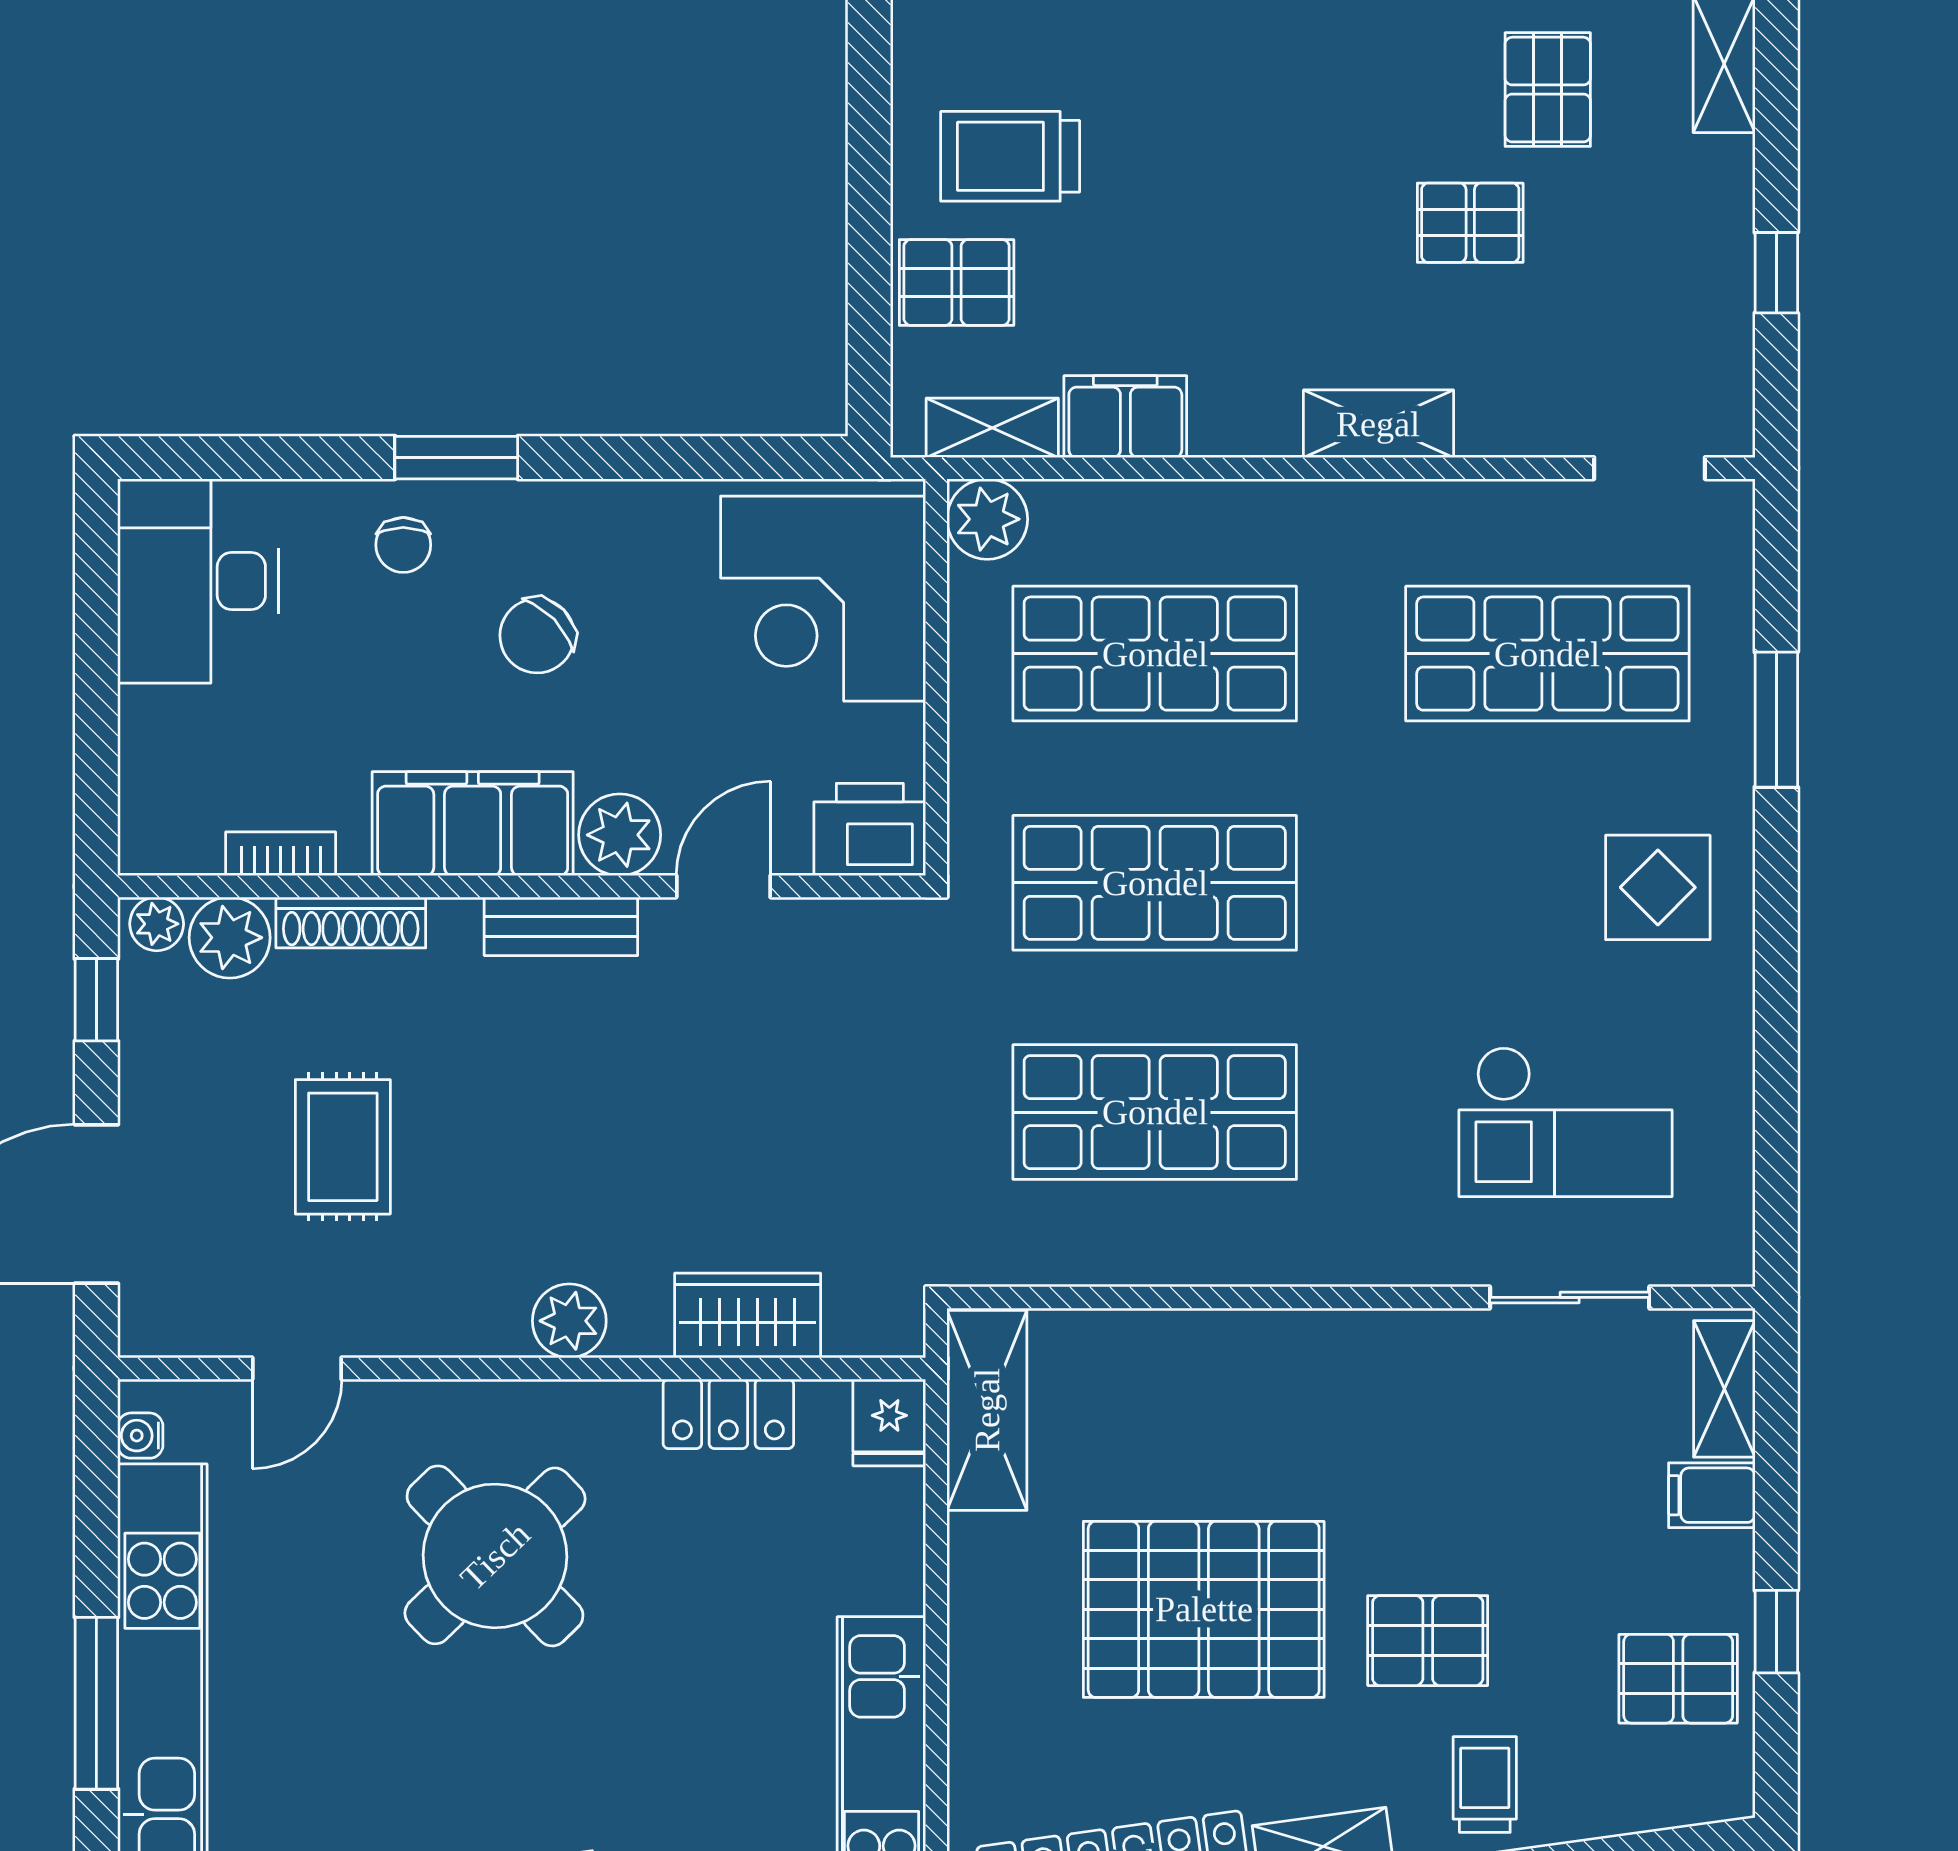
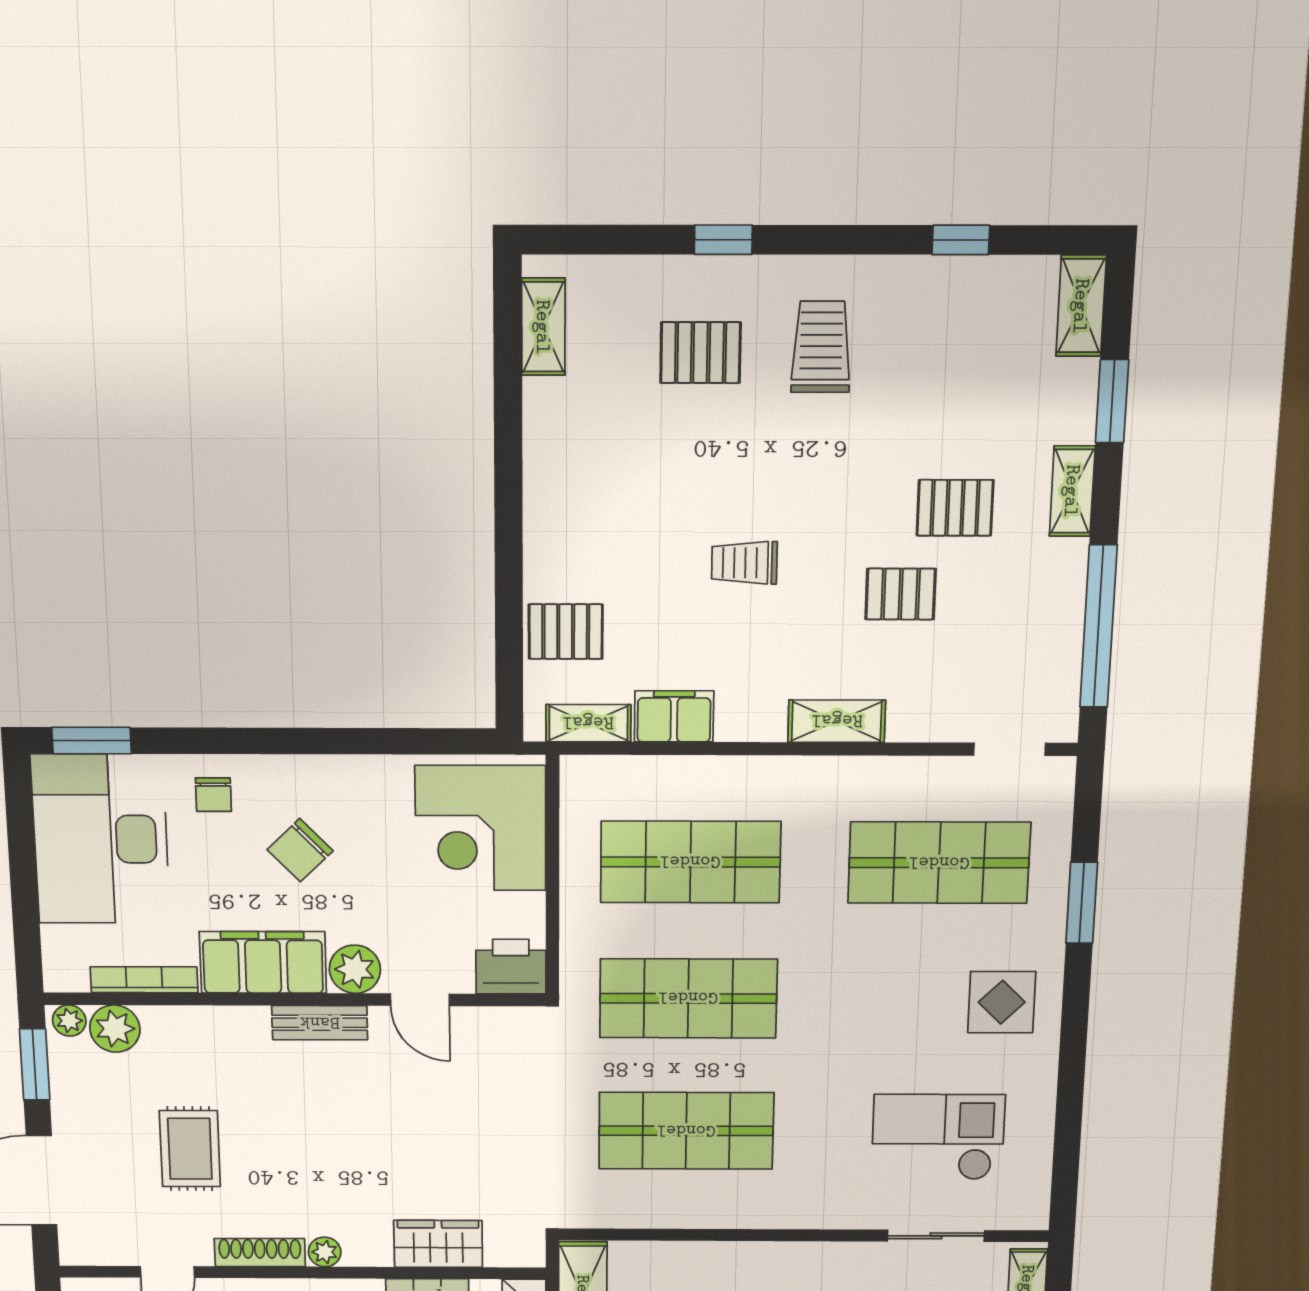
pallet: (1548, 90) -> (955, 508), turned 90
trolley: (1010, 156) -> (744, 563), moved, width x0.73, depth x0.72
window: (1776, 273) -> (1098, 626), width x3.17
window: (456, 458) -> (91, 740), moved
plant: (987, 519) -> (585, 780), removed
desk: (198, 581) -> (101, 839), width x1.36, depth x1.30
bookcase: (281, 854) -> (144, 980), width x1.56
door: (723, 886) -> (420, 1000), swing flipped
shoe rack: (351, 922) -> (260, 1252), moved, turned 180
window: (96, 1000) -> (35, 1064), width x1.50
checkout: (1566, 1122) -> (938, 1137), turned 180
plant: (569, 1321) -> (325, 1252), width x0.73, depth x0.73

